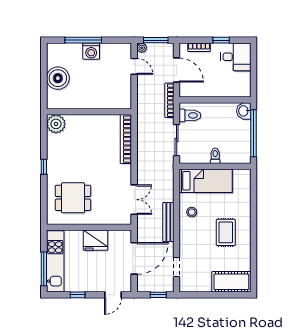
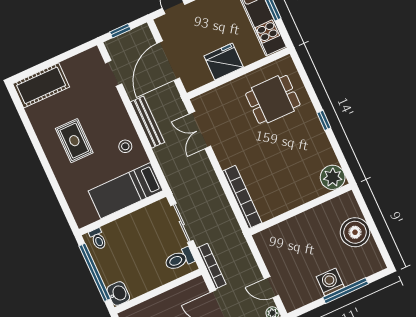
toilet: (215, 156) -> (98, 239), moved

